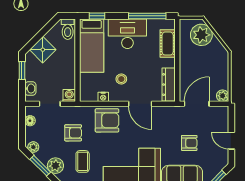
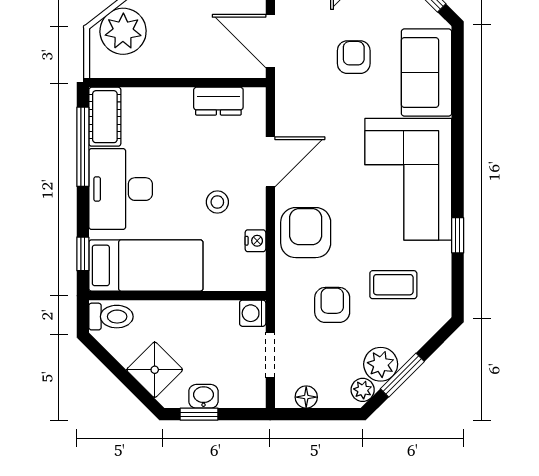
cot: (168, 44) -> (105, 117), moved, turned 90
dresser: (169, 85) -> (218, 101), width x0.70
washbasin: (30, 89) -> (203, 396), moved
plant: (55, 166) -> (381, 364), moved

